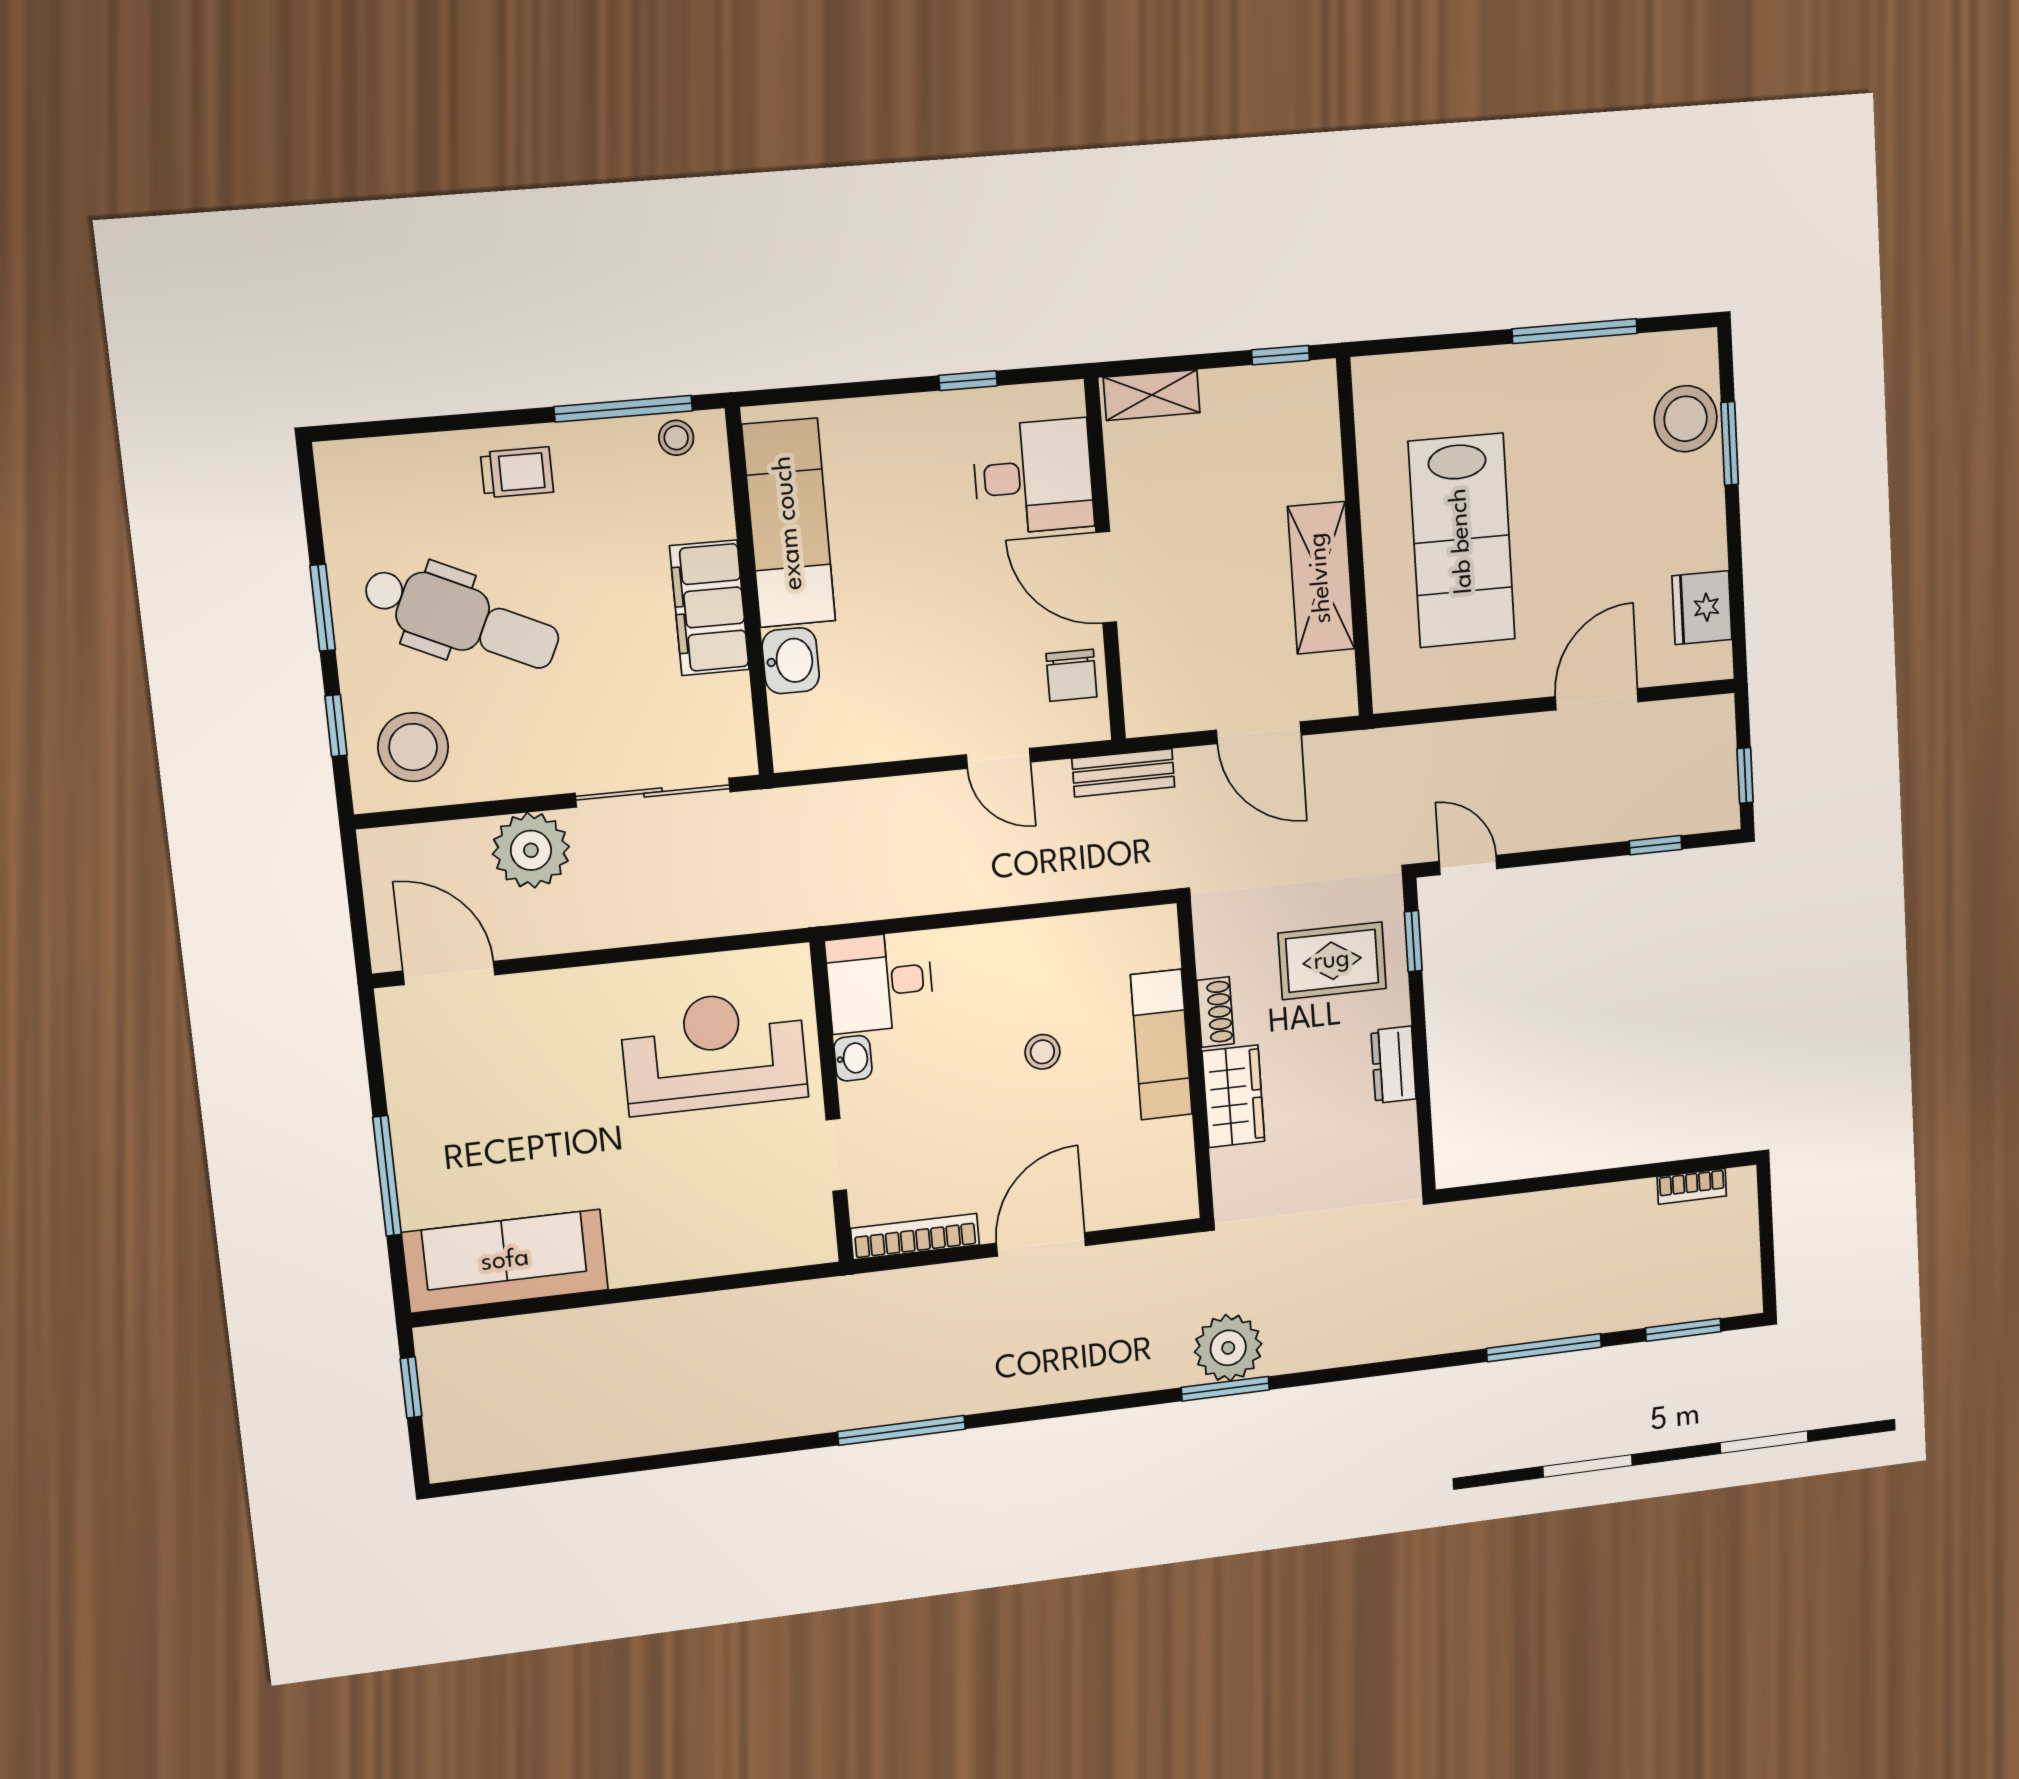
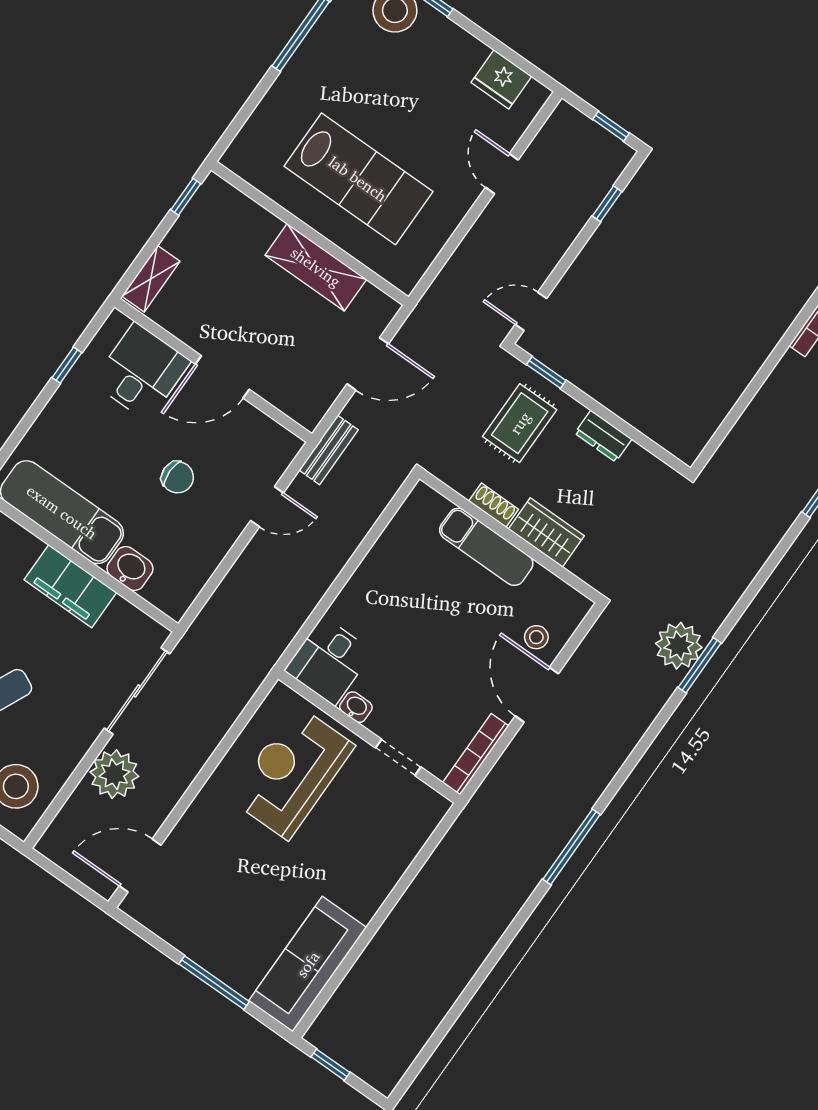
chair: (1072, 675) -> (178, 477), moved
door: (1597, 699) -> (502, 174), width x0.73
stool: (1042, 1052) -> (536, 637), moved

